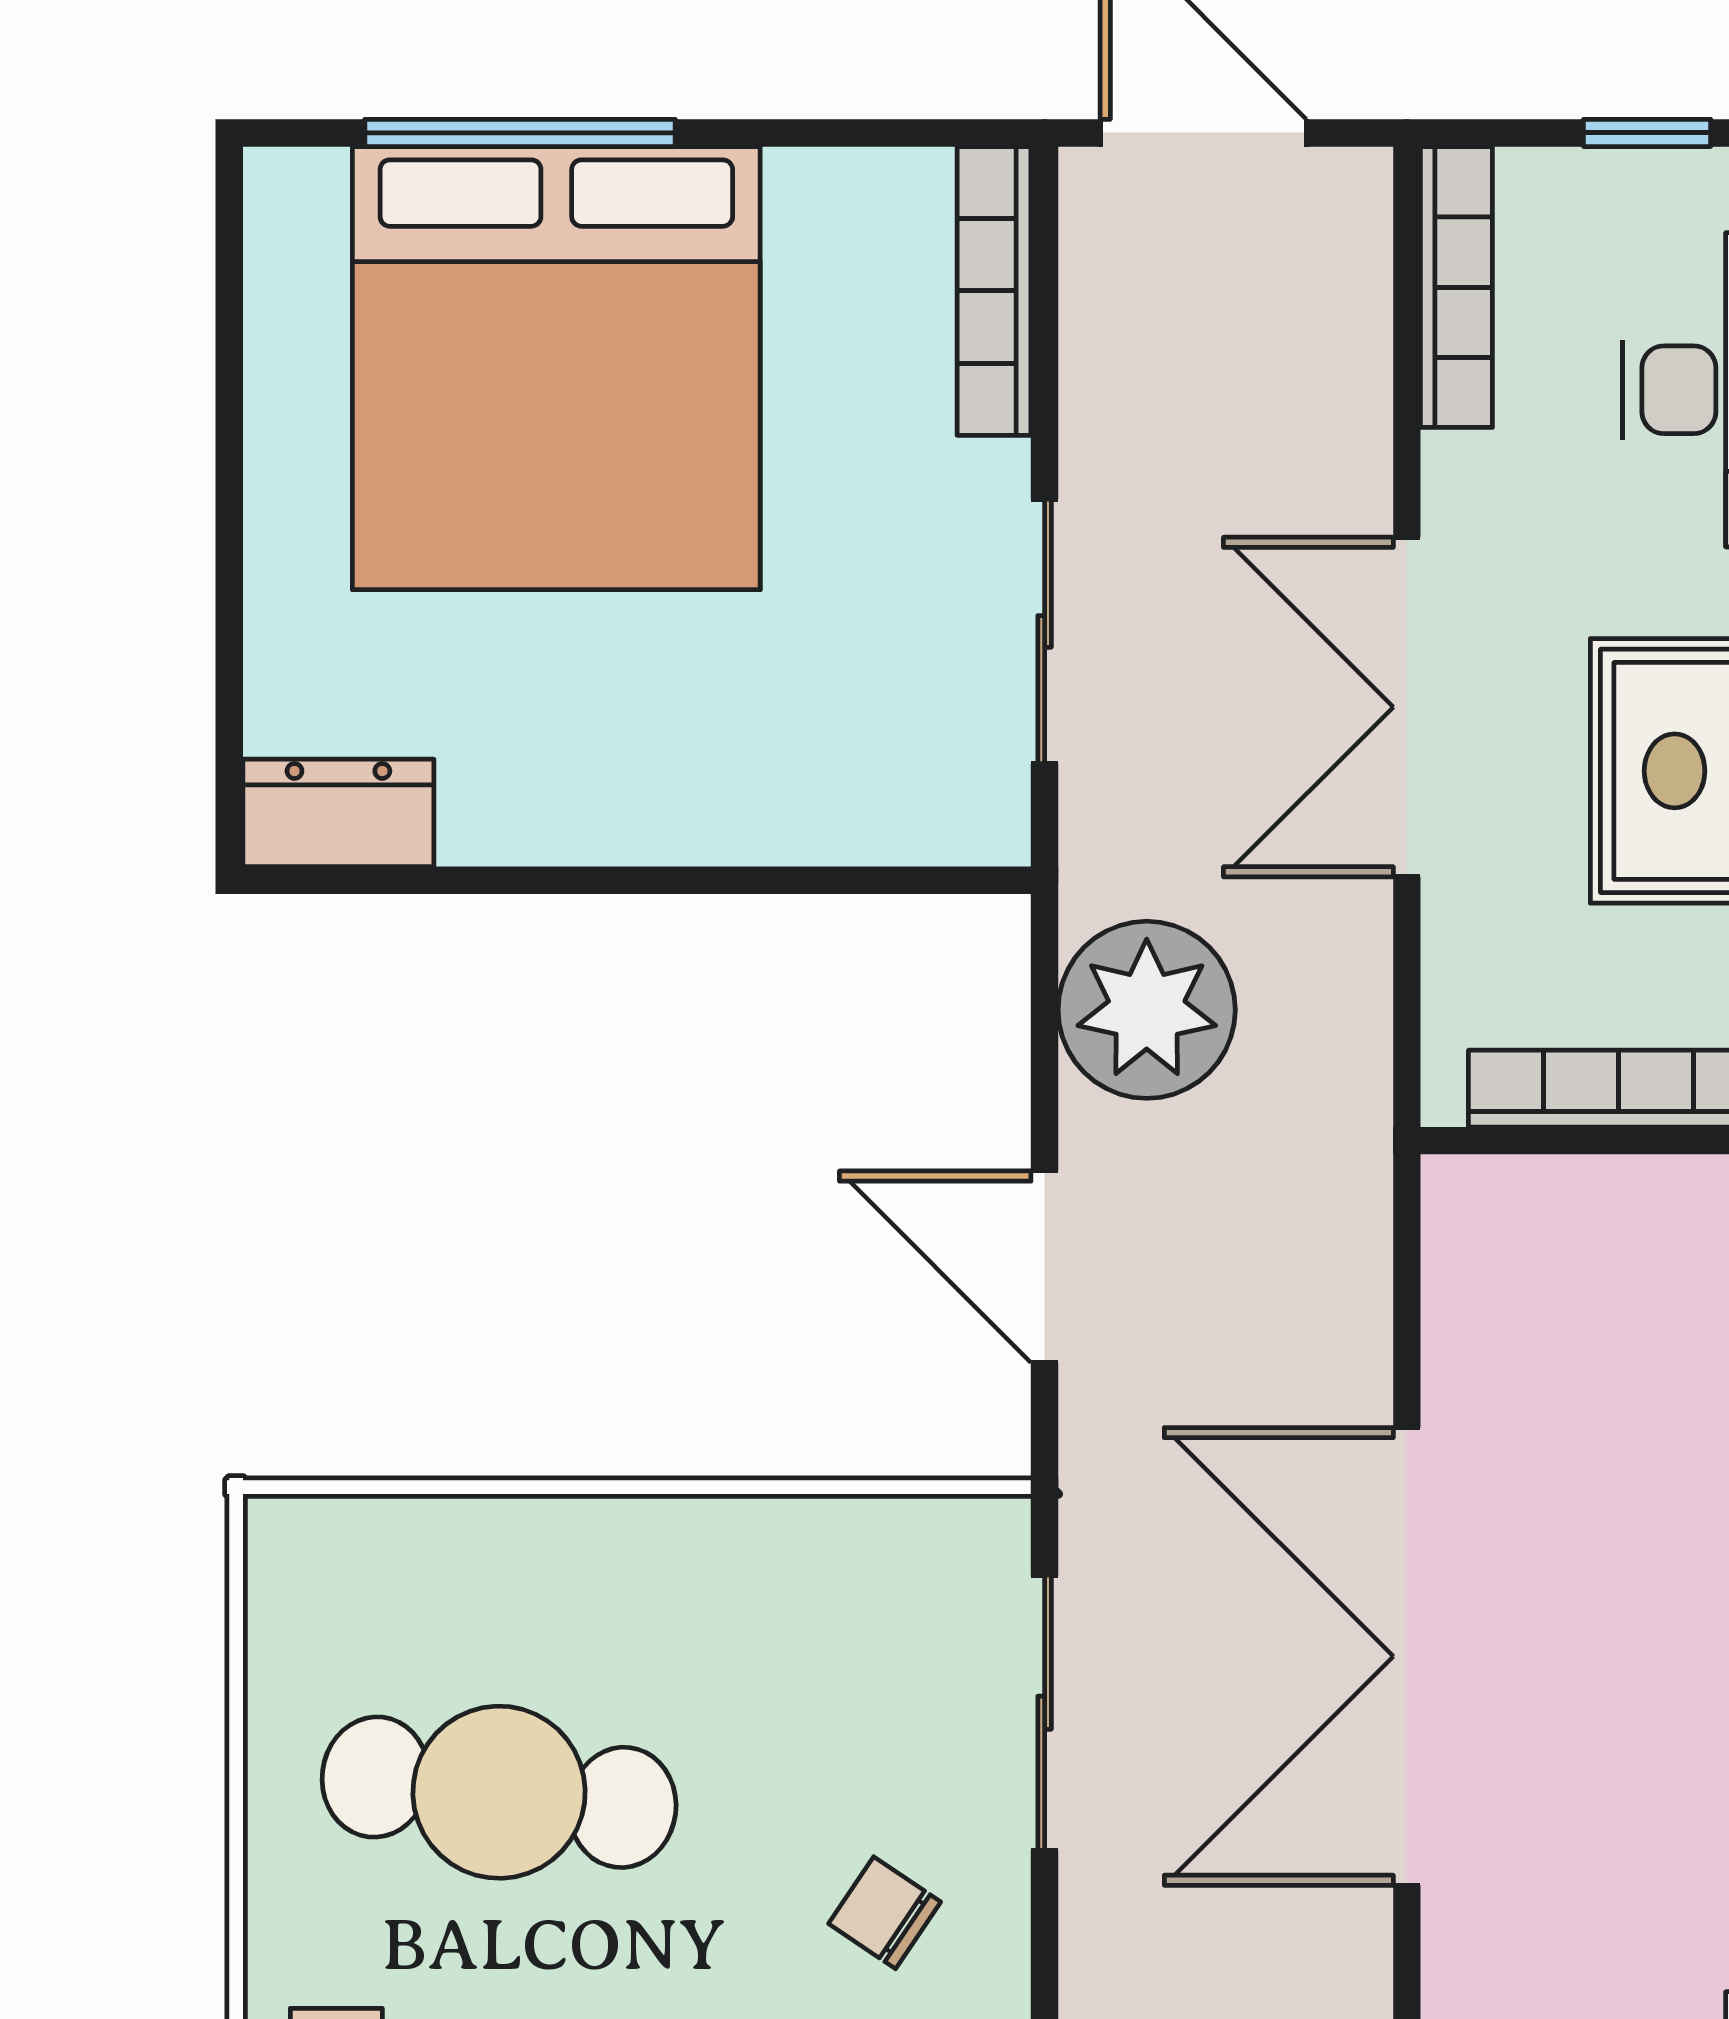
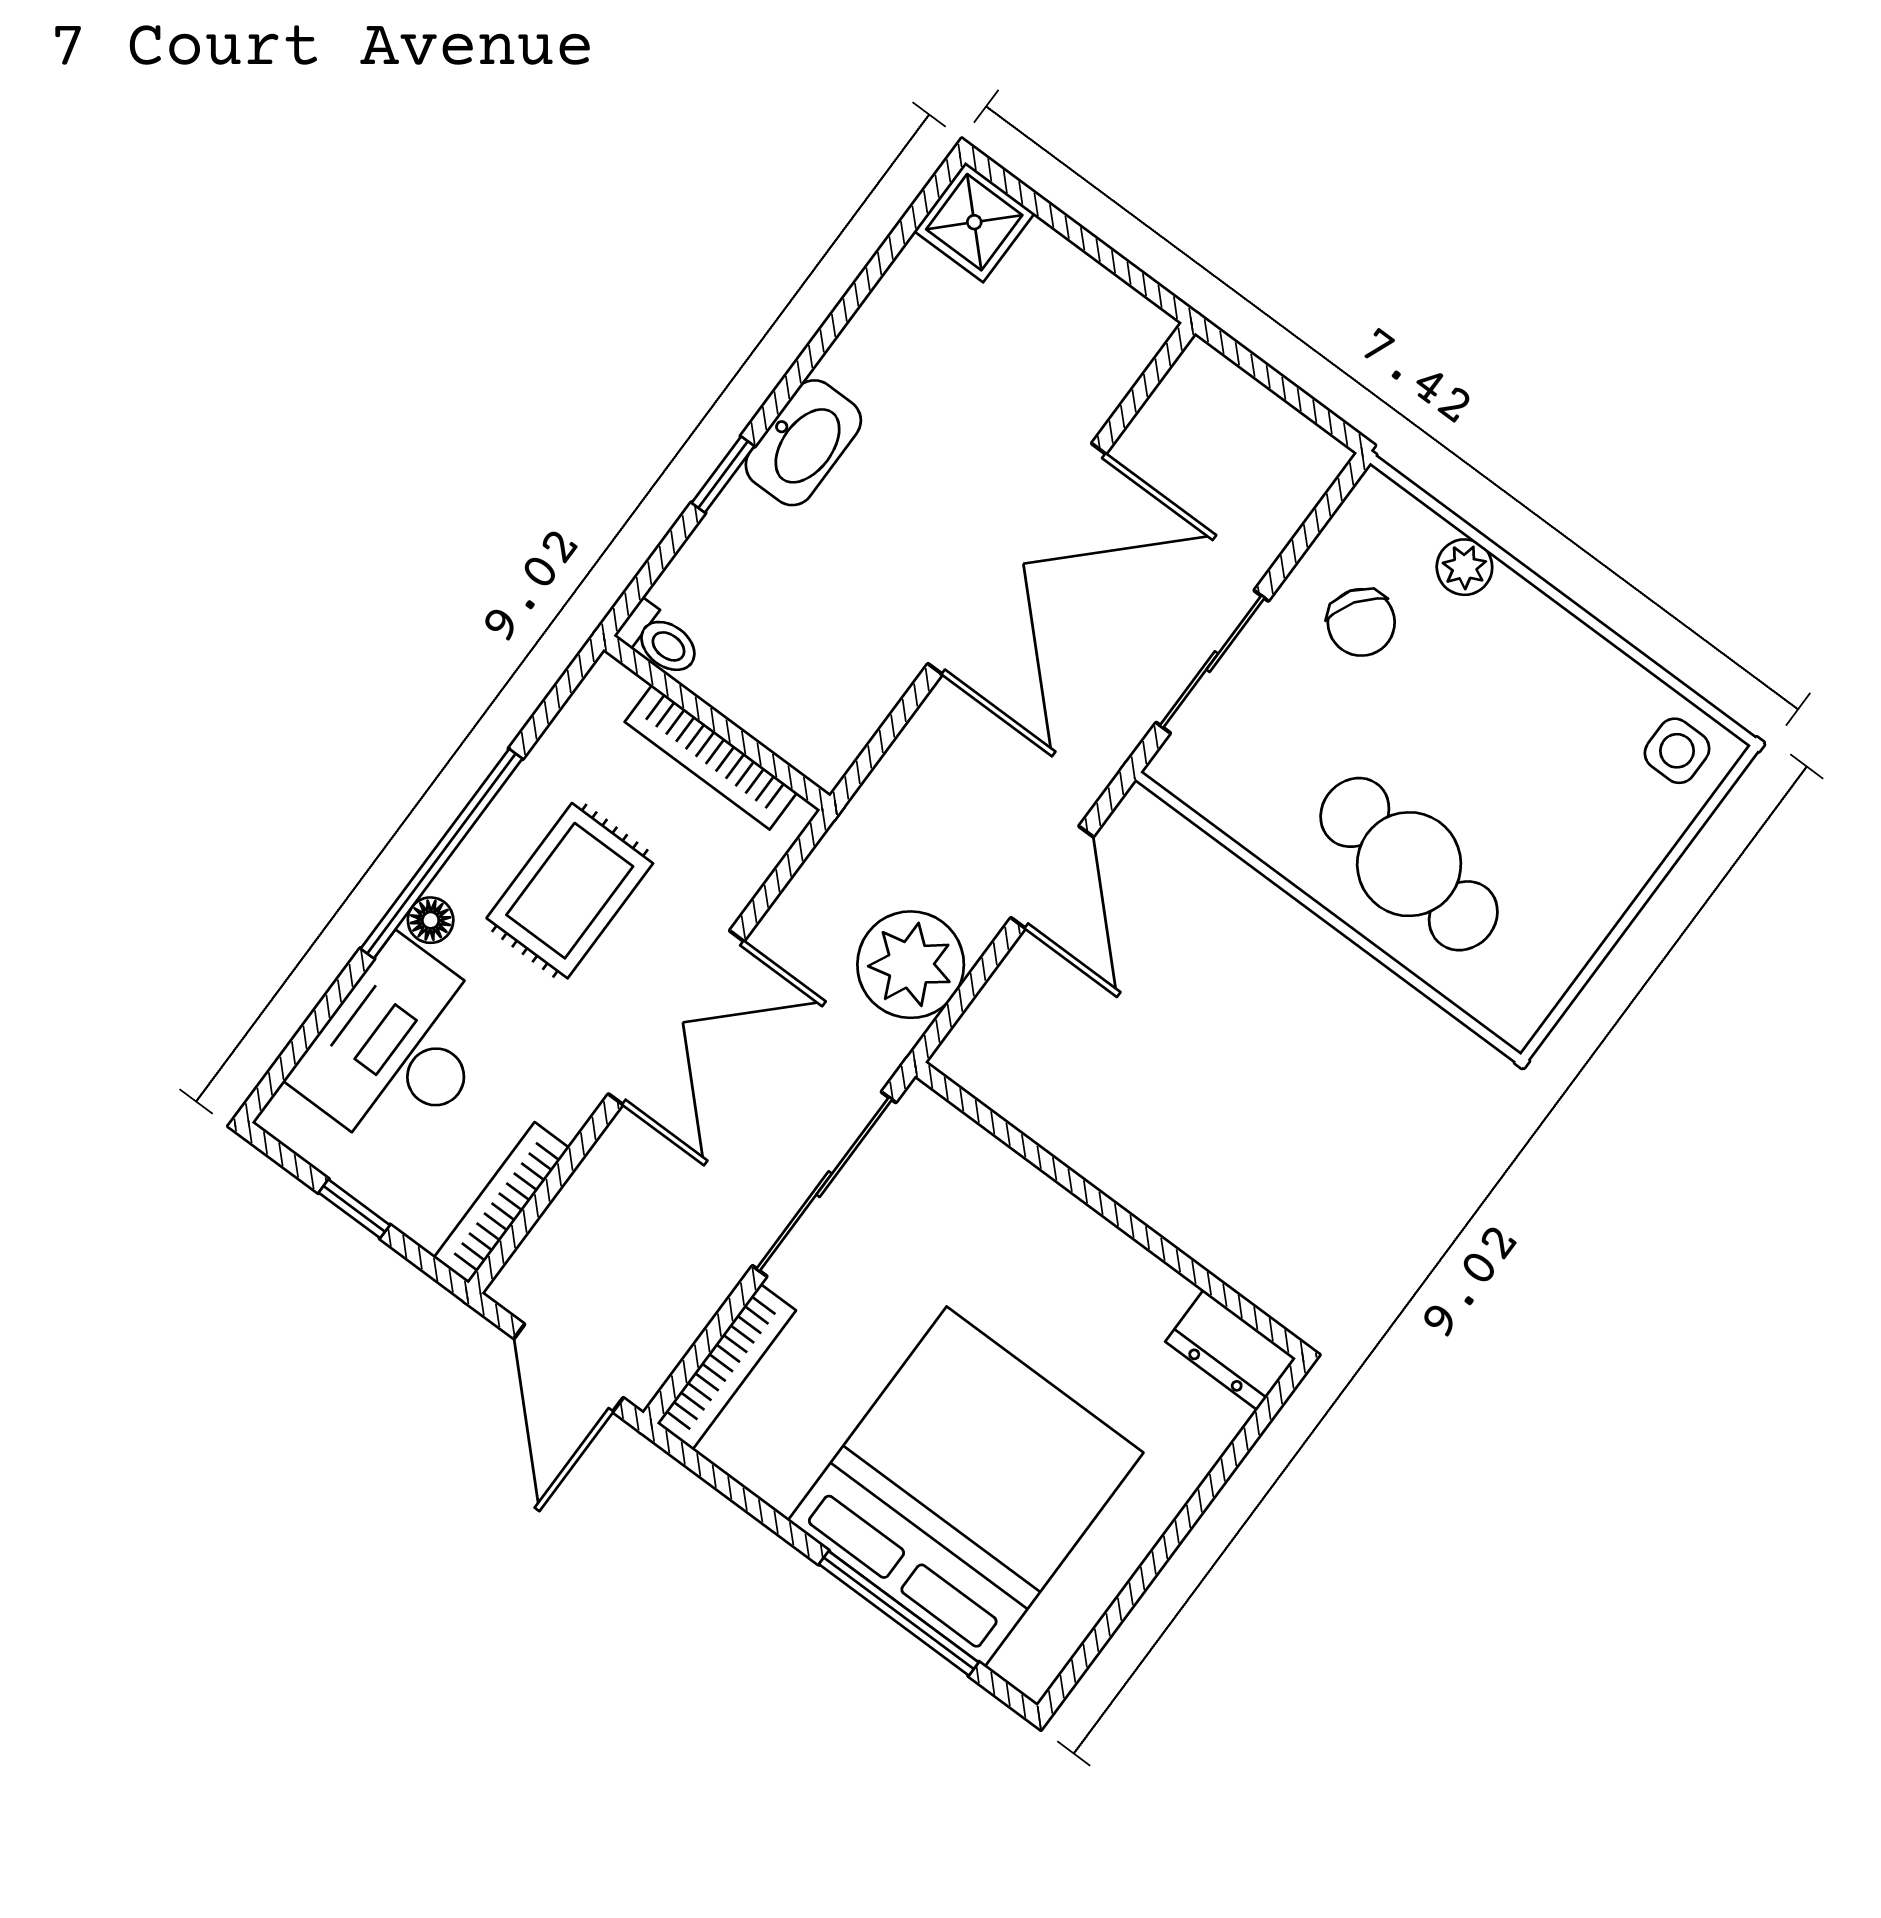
sliding door: (1045, 631) -> (824, 1184), width x1.37
cafe table: (499, 1792) -> (1409, 864), moved
chair: (885, 1913) -> (1361, 622), width x1.37, depth x1.37

